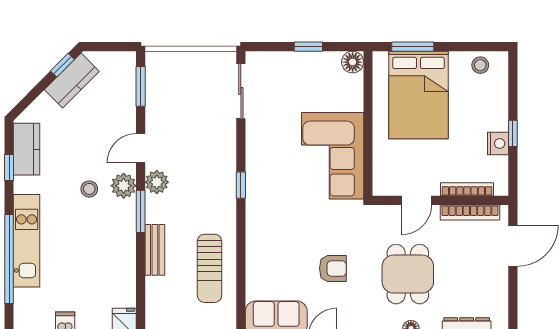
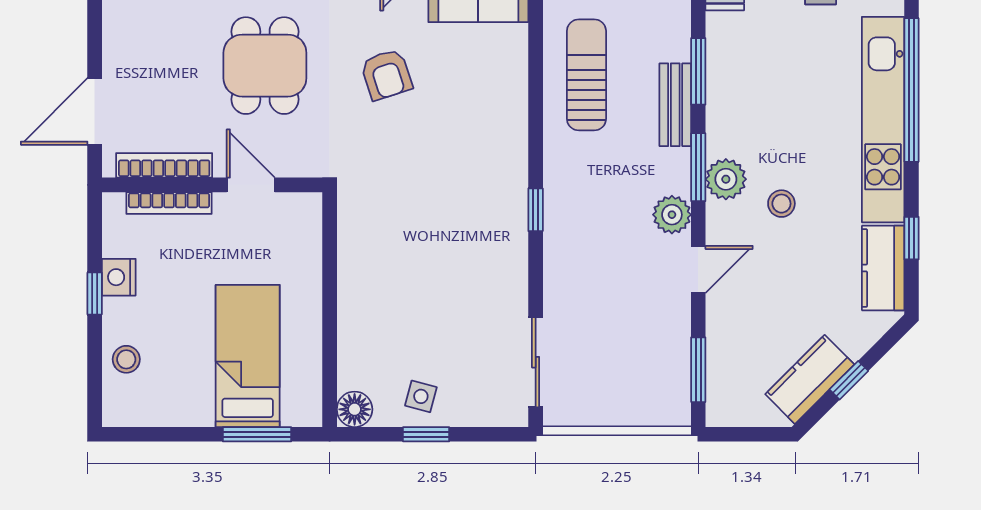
window: (62, 65) -> (849, 380), moved
stool: (480, 65) -> (126, 359), moved
side table: (312, 70) -> (421, 396), added
bed: (419, 95) -> (248, 356), width x0.67
corner sofa: (333, 156) -> (387, 258), removed
plant: (124, 186) -> (726, 179), moved
door: (417, 200) -> (251, 185), hinge flipped
kitchen unit: (27, 241) -> (883, 120), width x1.36
armchair: (333, 268) -> (386, 75), turned -108
window: (141, 270) -> (698, 71), added

